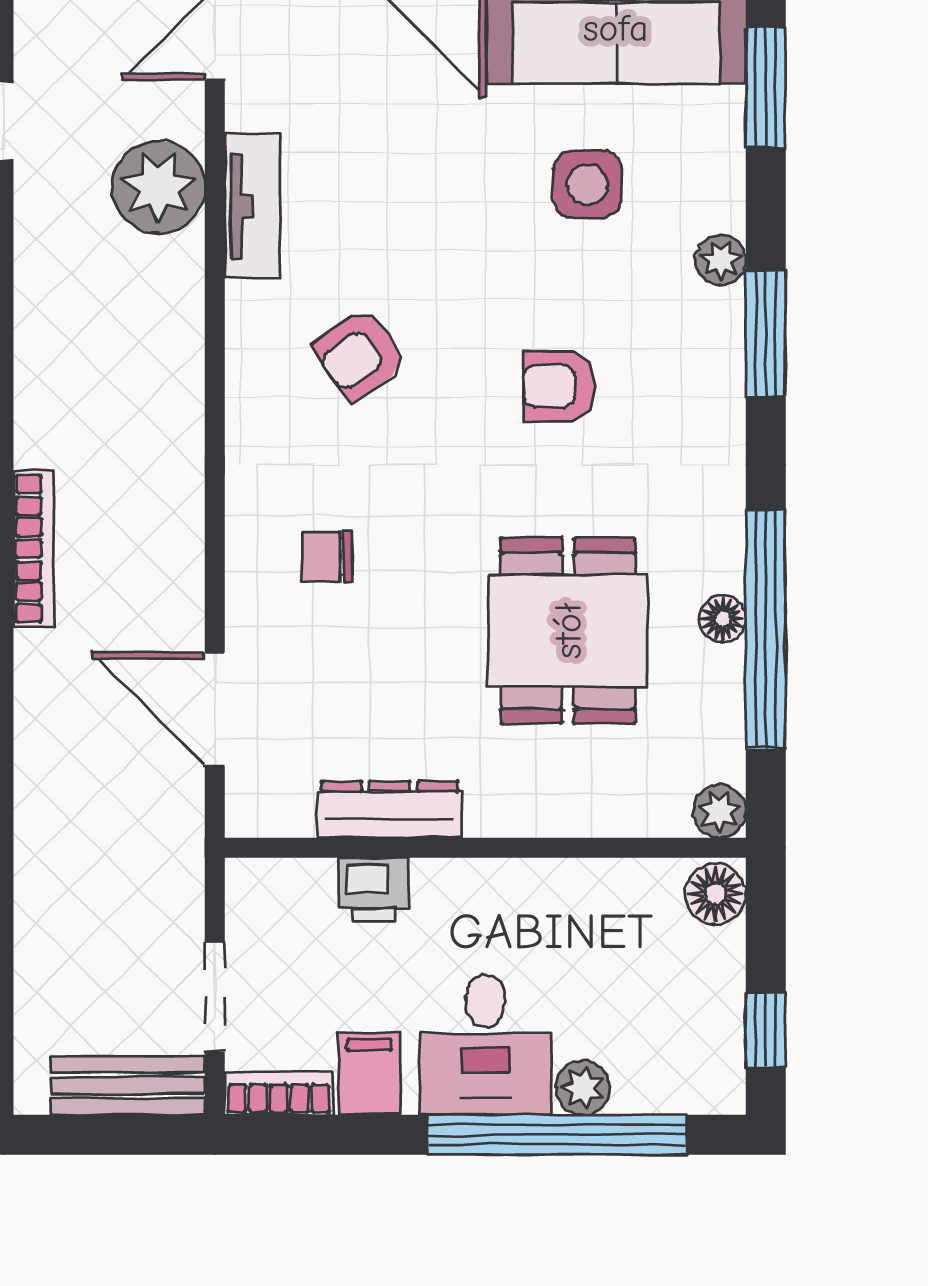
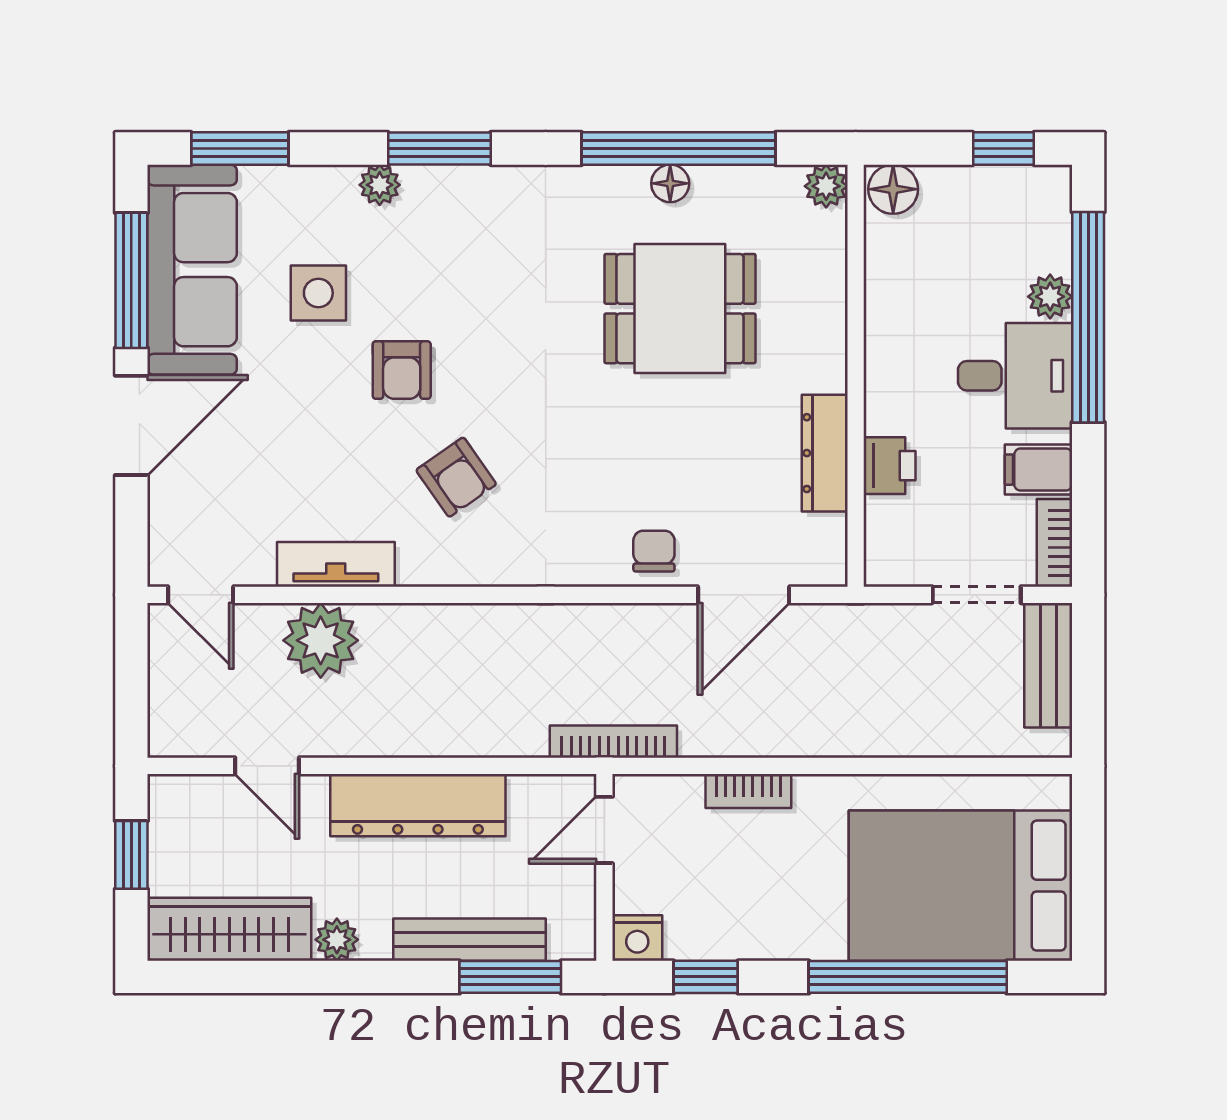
armchair: (559, 386) -> (402, 370), moved
chair: (327, 556) -> (654, 551), moved, turned 180

